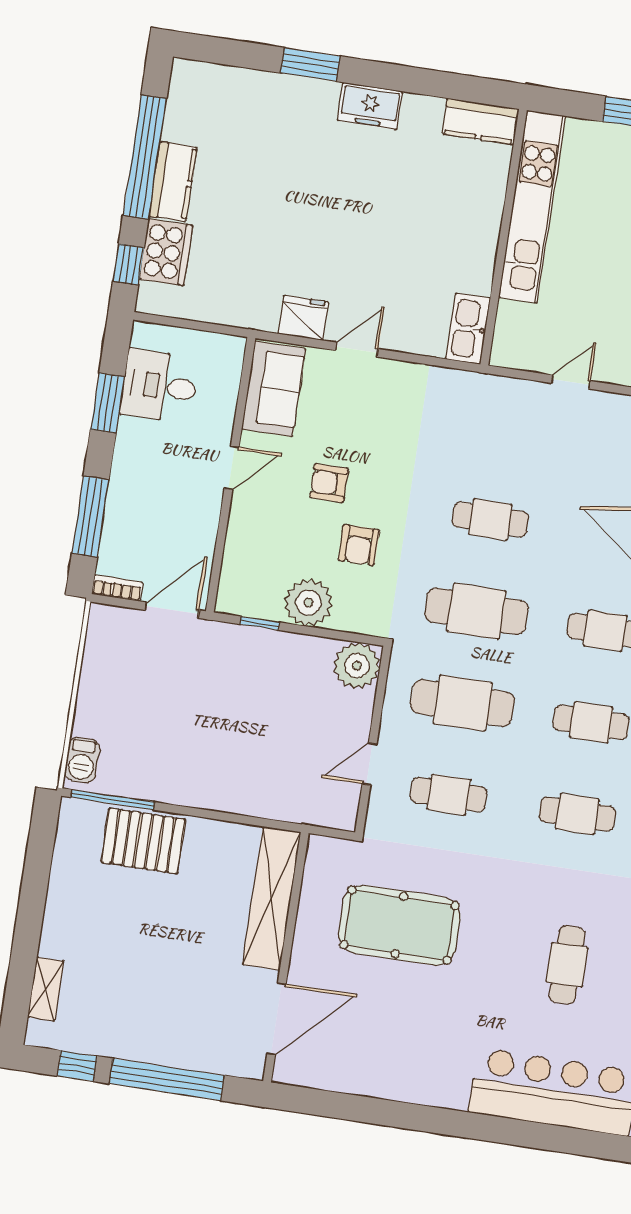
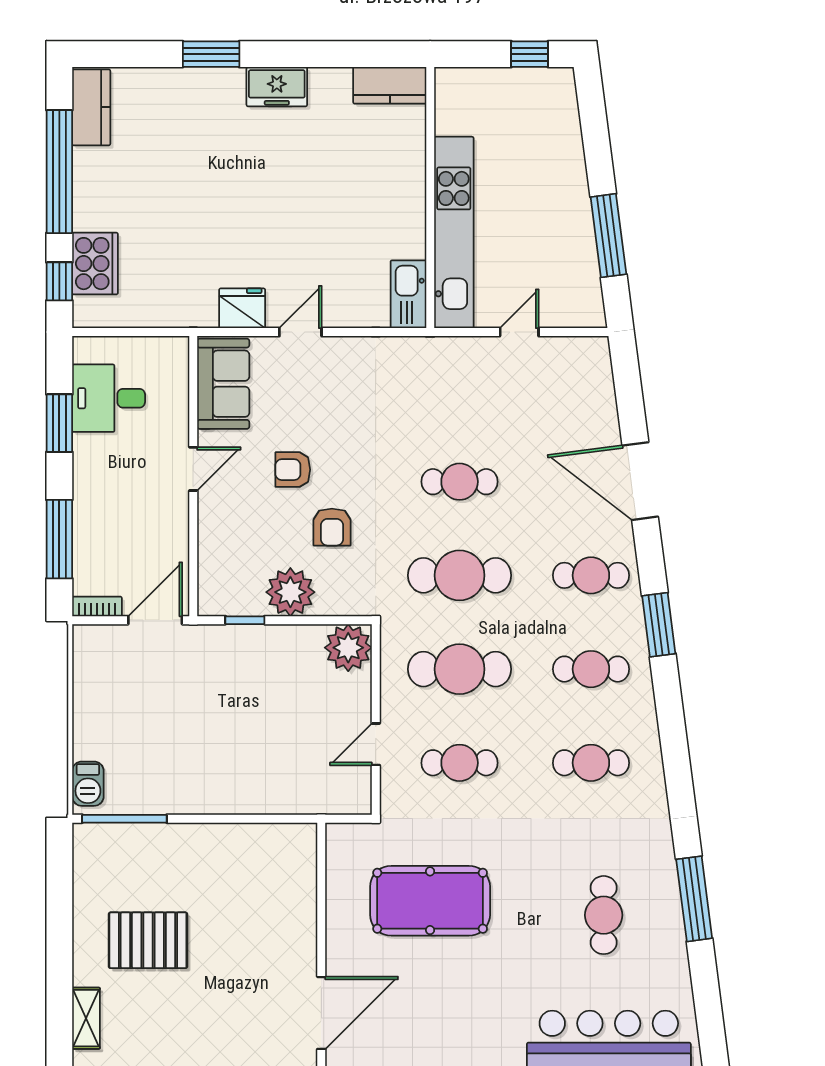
kitchen counter: (173, 182) -> (91, 107), moved
kitchen unit: (532, 207) -> (454, 232), moved
pallet: (143, 841) -> (148, 940), moved
shelving: (272, 898) -> (298, 893), removed

